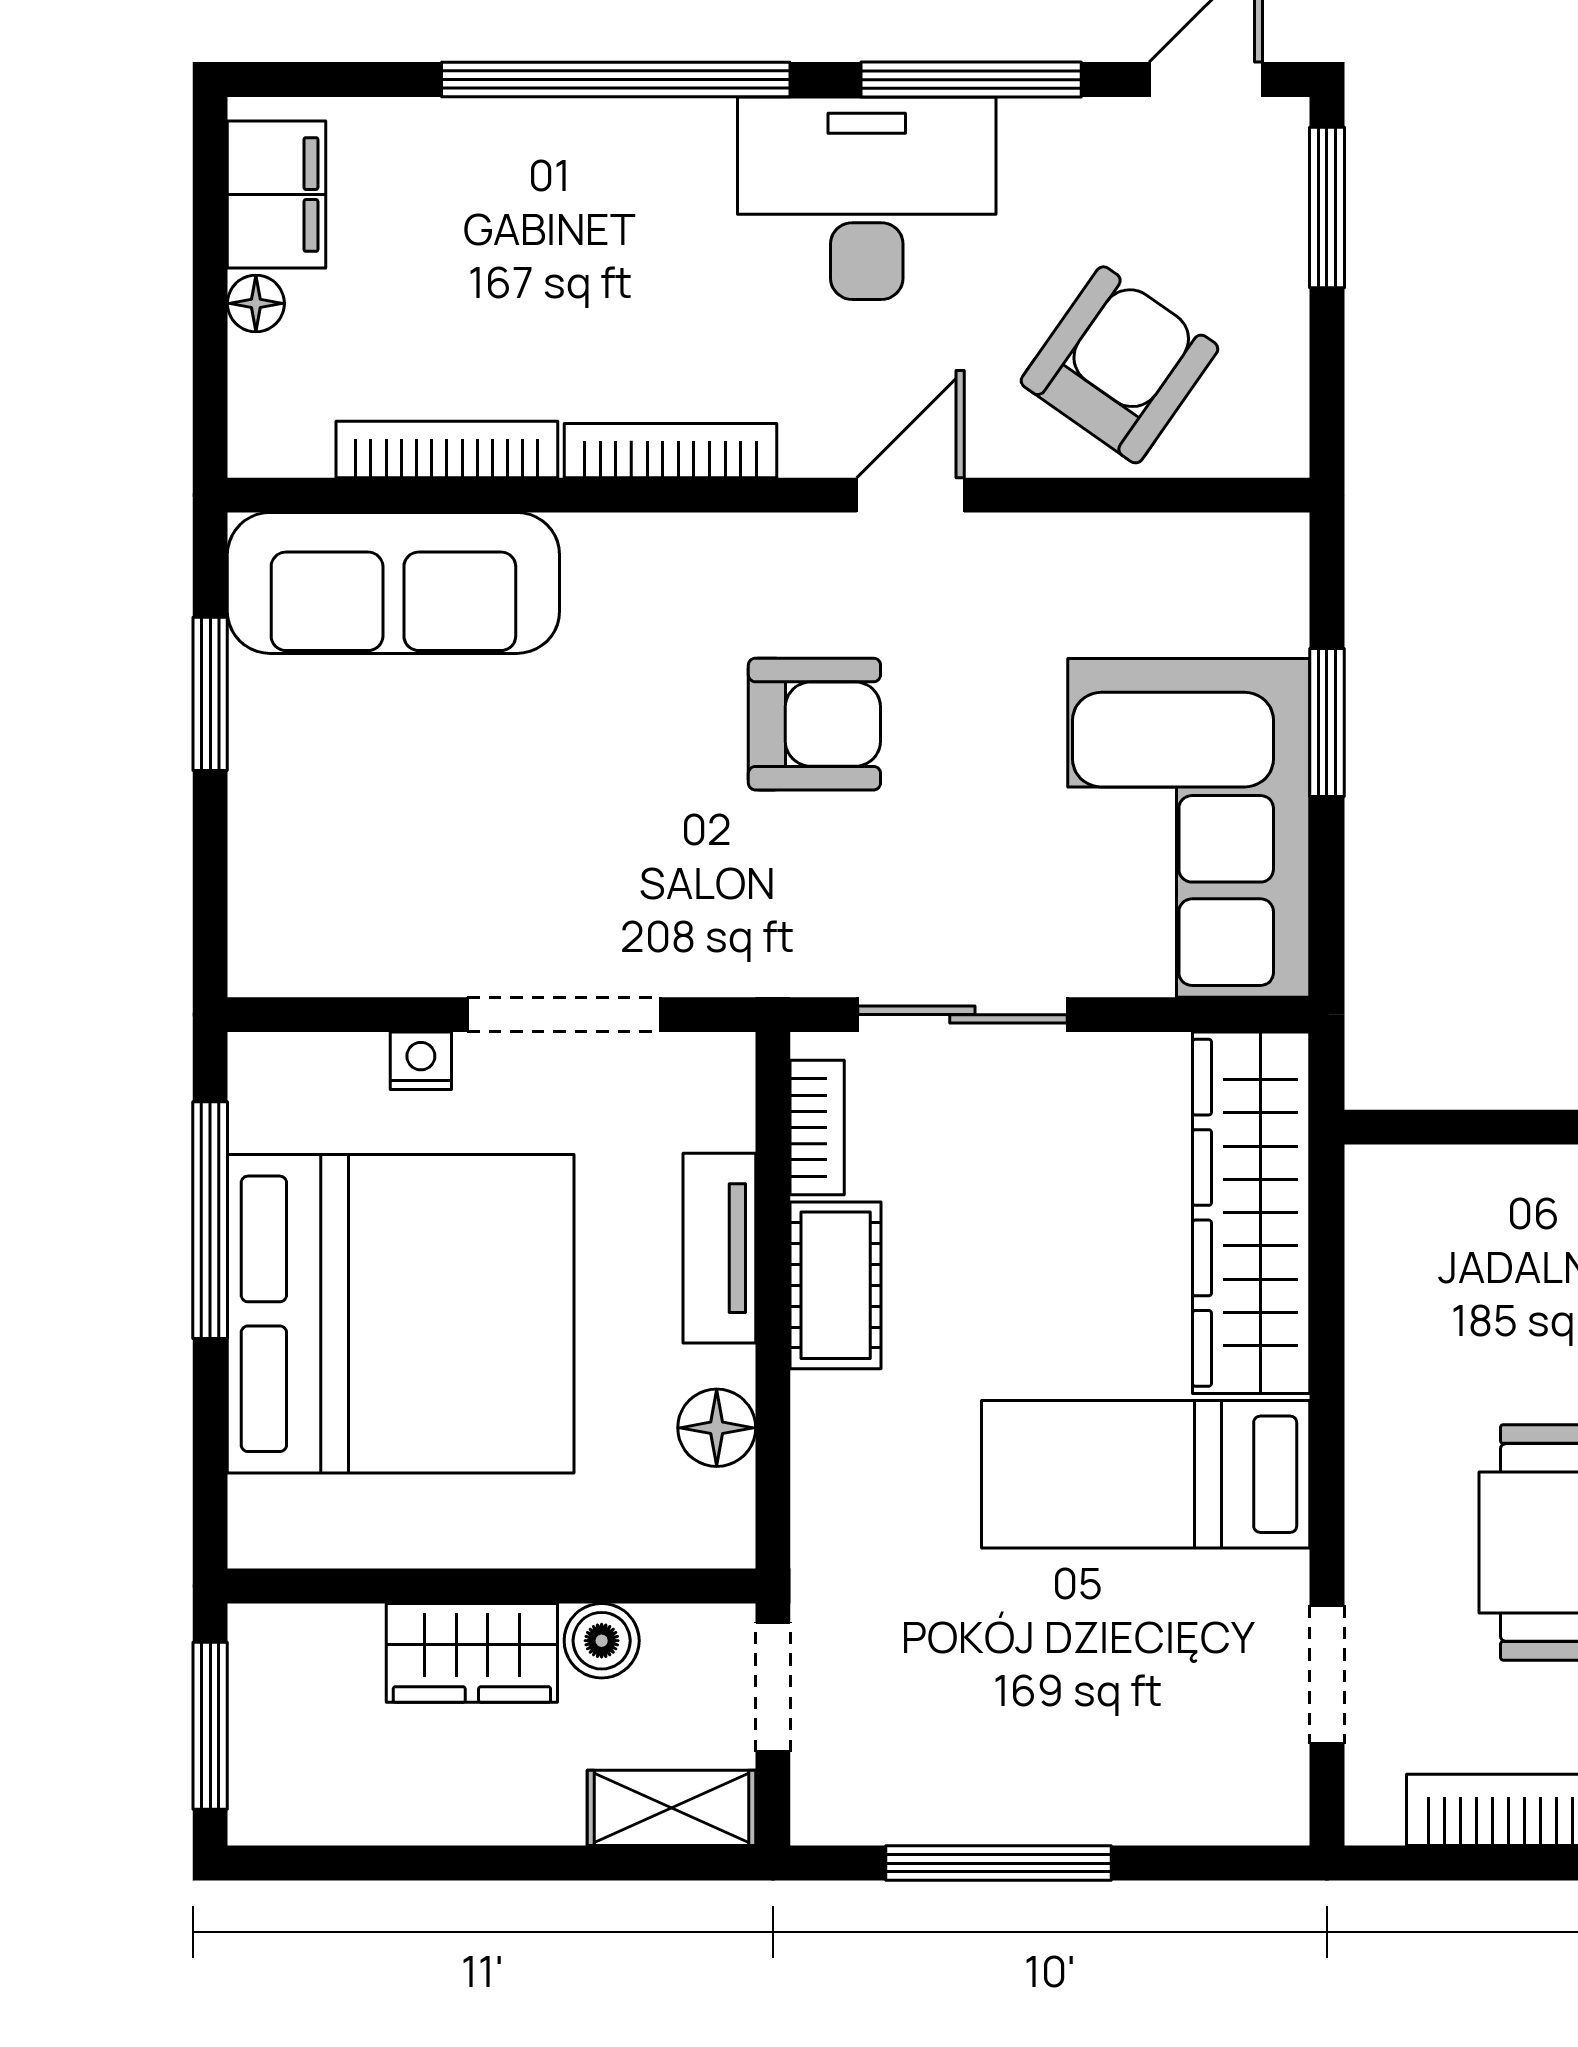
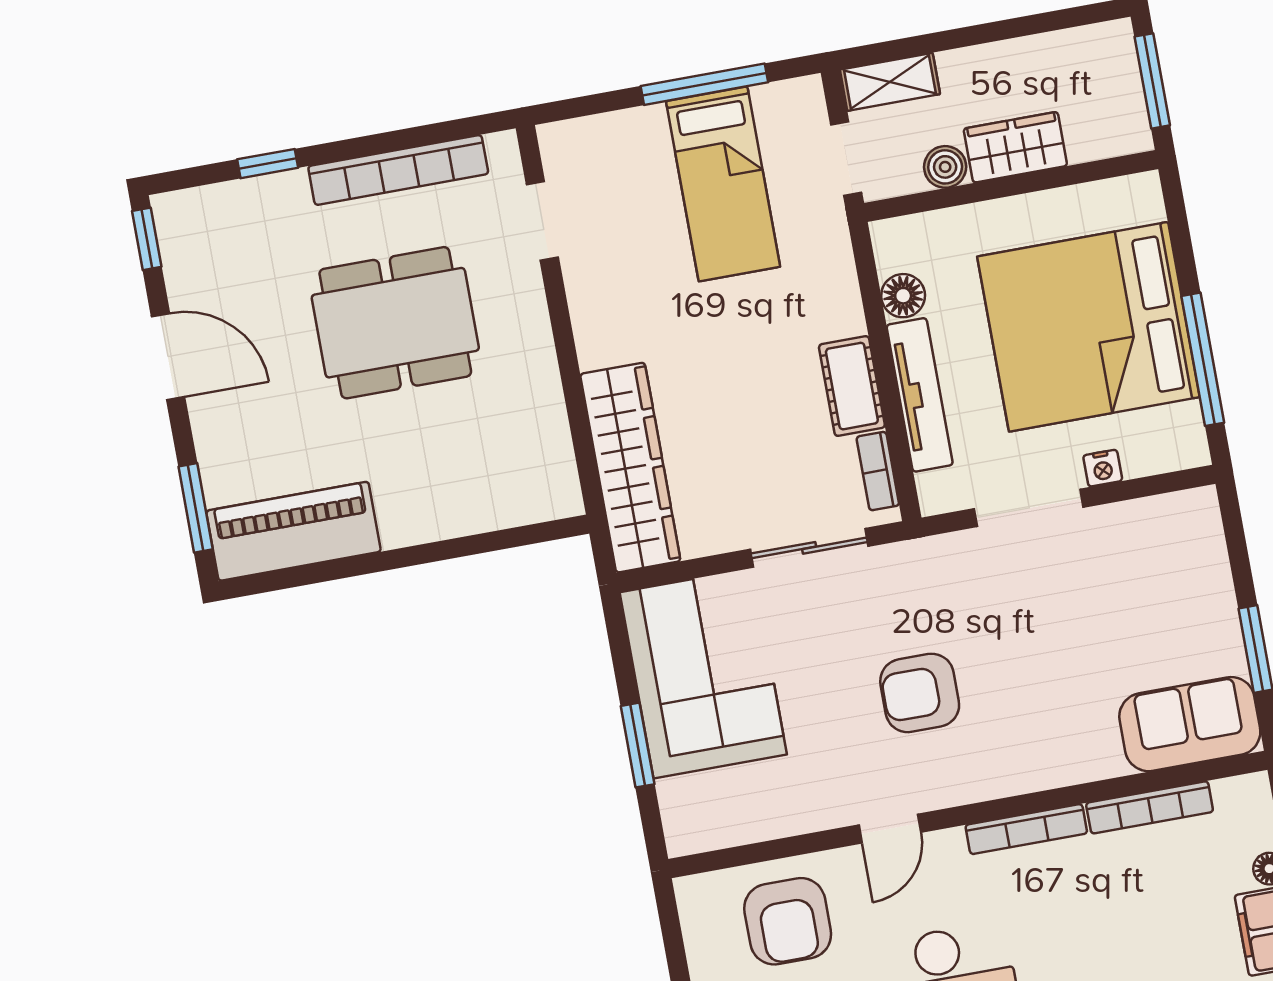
armchair: (1119, 365) -> (788, 921), turned -35
sofa: (393, 583) -> (1190, 724), width x0.73
tv unit: (719, 1248) -> (920, 395), width x1.41
bed: (1146, 1474) -> (723, 184), moved, turned 90

